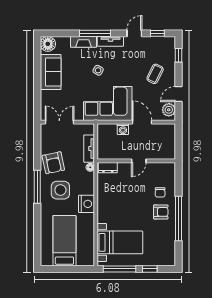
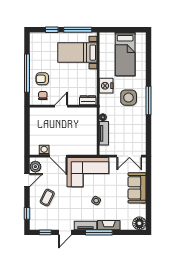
sofa: (51, 72) -> (137, 188), moved
washing machine: (123, 129) -> (44, 150), moved
wall: (136, 161) -> (63, 106), moved
door: (139, 161) -> (61, 106), moved
armchair: (53, 163) -> (135, 121), removed
dresser: (108, 168) -> (88, 100), moved

